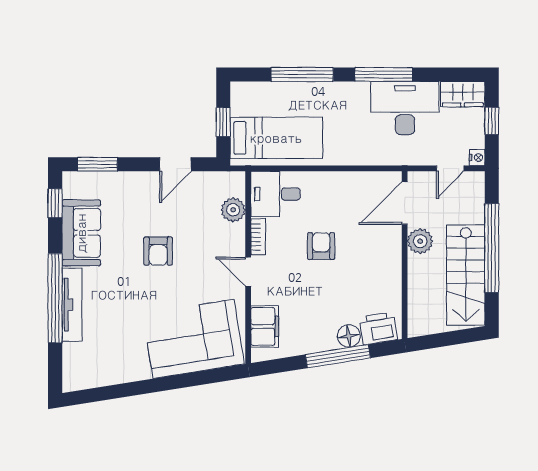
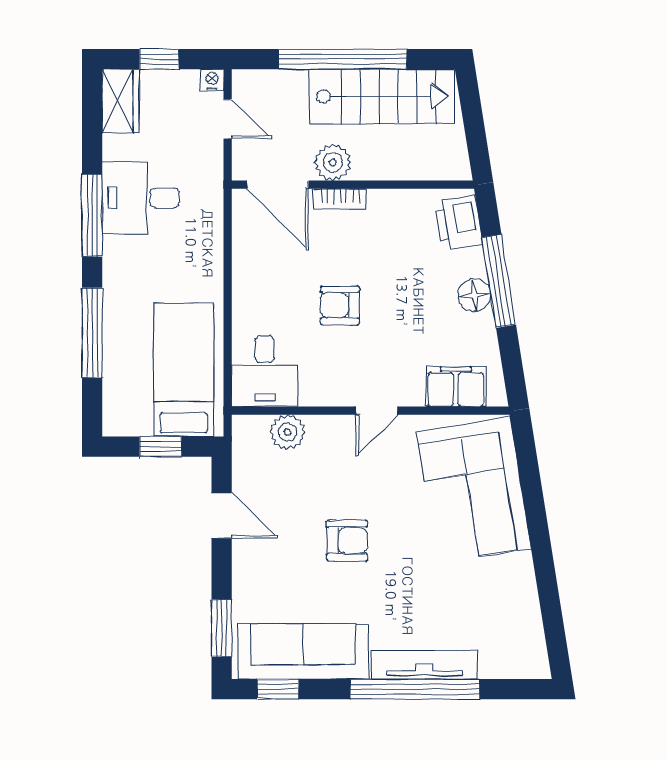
desk: (405, 108) -> (141, 198), width x0.73
sofa: (81, 233) -> (303, 651), width x1.36
bookcase: (258, 237) -> (340, 199), moved, turned 180
floor lamp: (349, 336) -> (474, 295), moved

